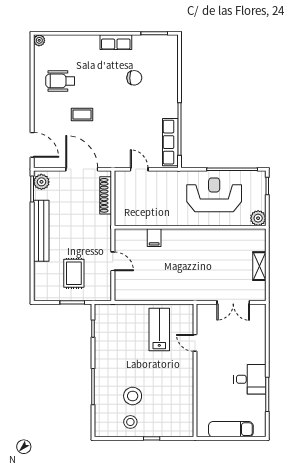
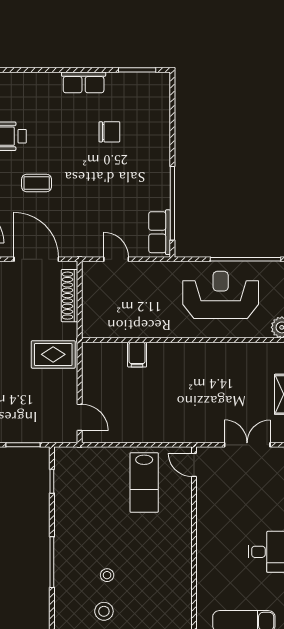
row of seats: (170, 142) -> (160, 232), width x0.68
door: (113, 261) -> (80, 417), moved
rug: (74, 273) -> (53, 354), moved, turned 90
double door: (233, 302) -> (247, 445), swing flipped
lab bench: (159, 329) -> (144, 482), turned 180
door: (195, 343) -> (194, 465), moved
stool: (133, 396) -> (107, 575), width x0.53, depth x0.53

